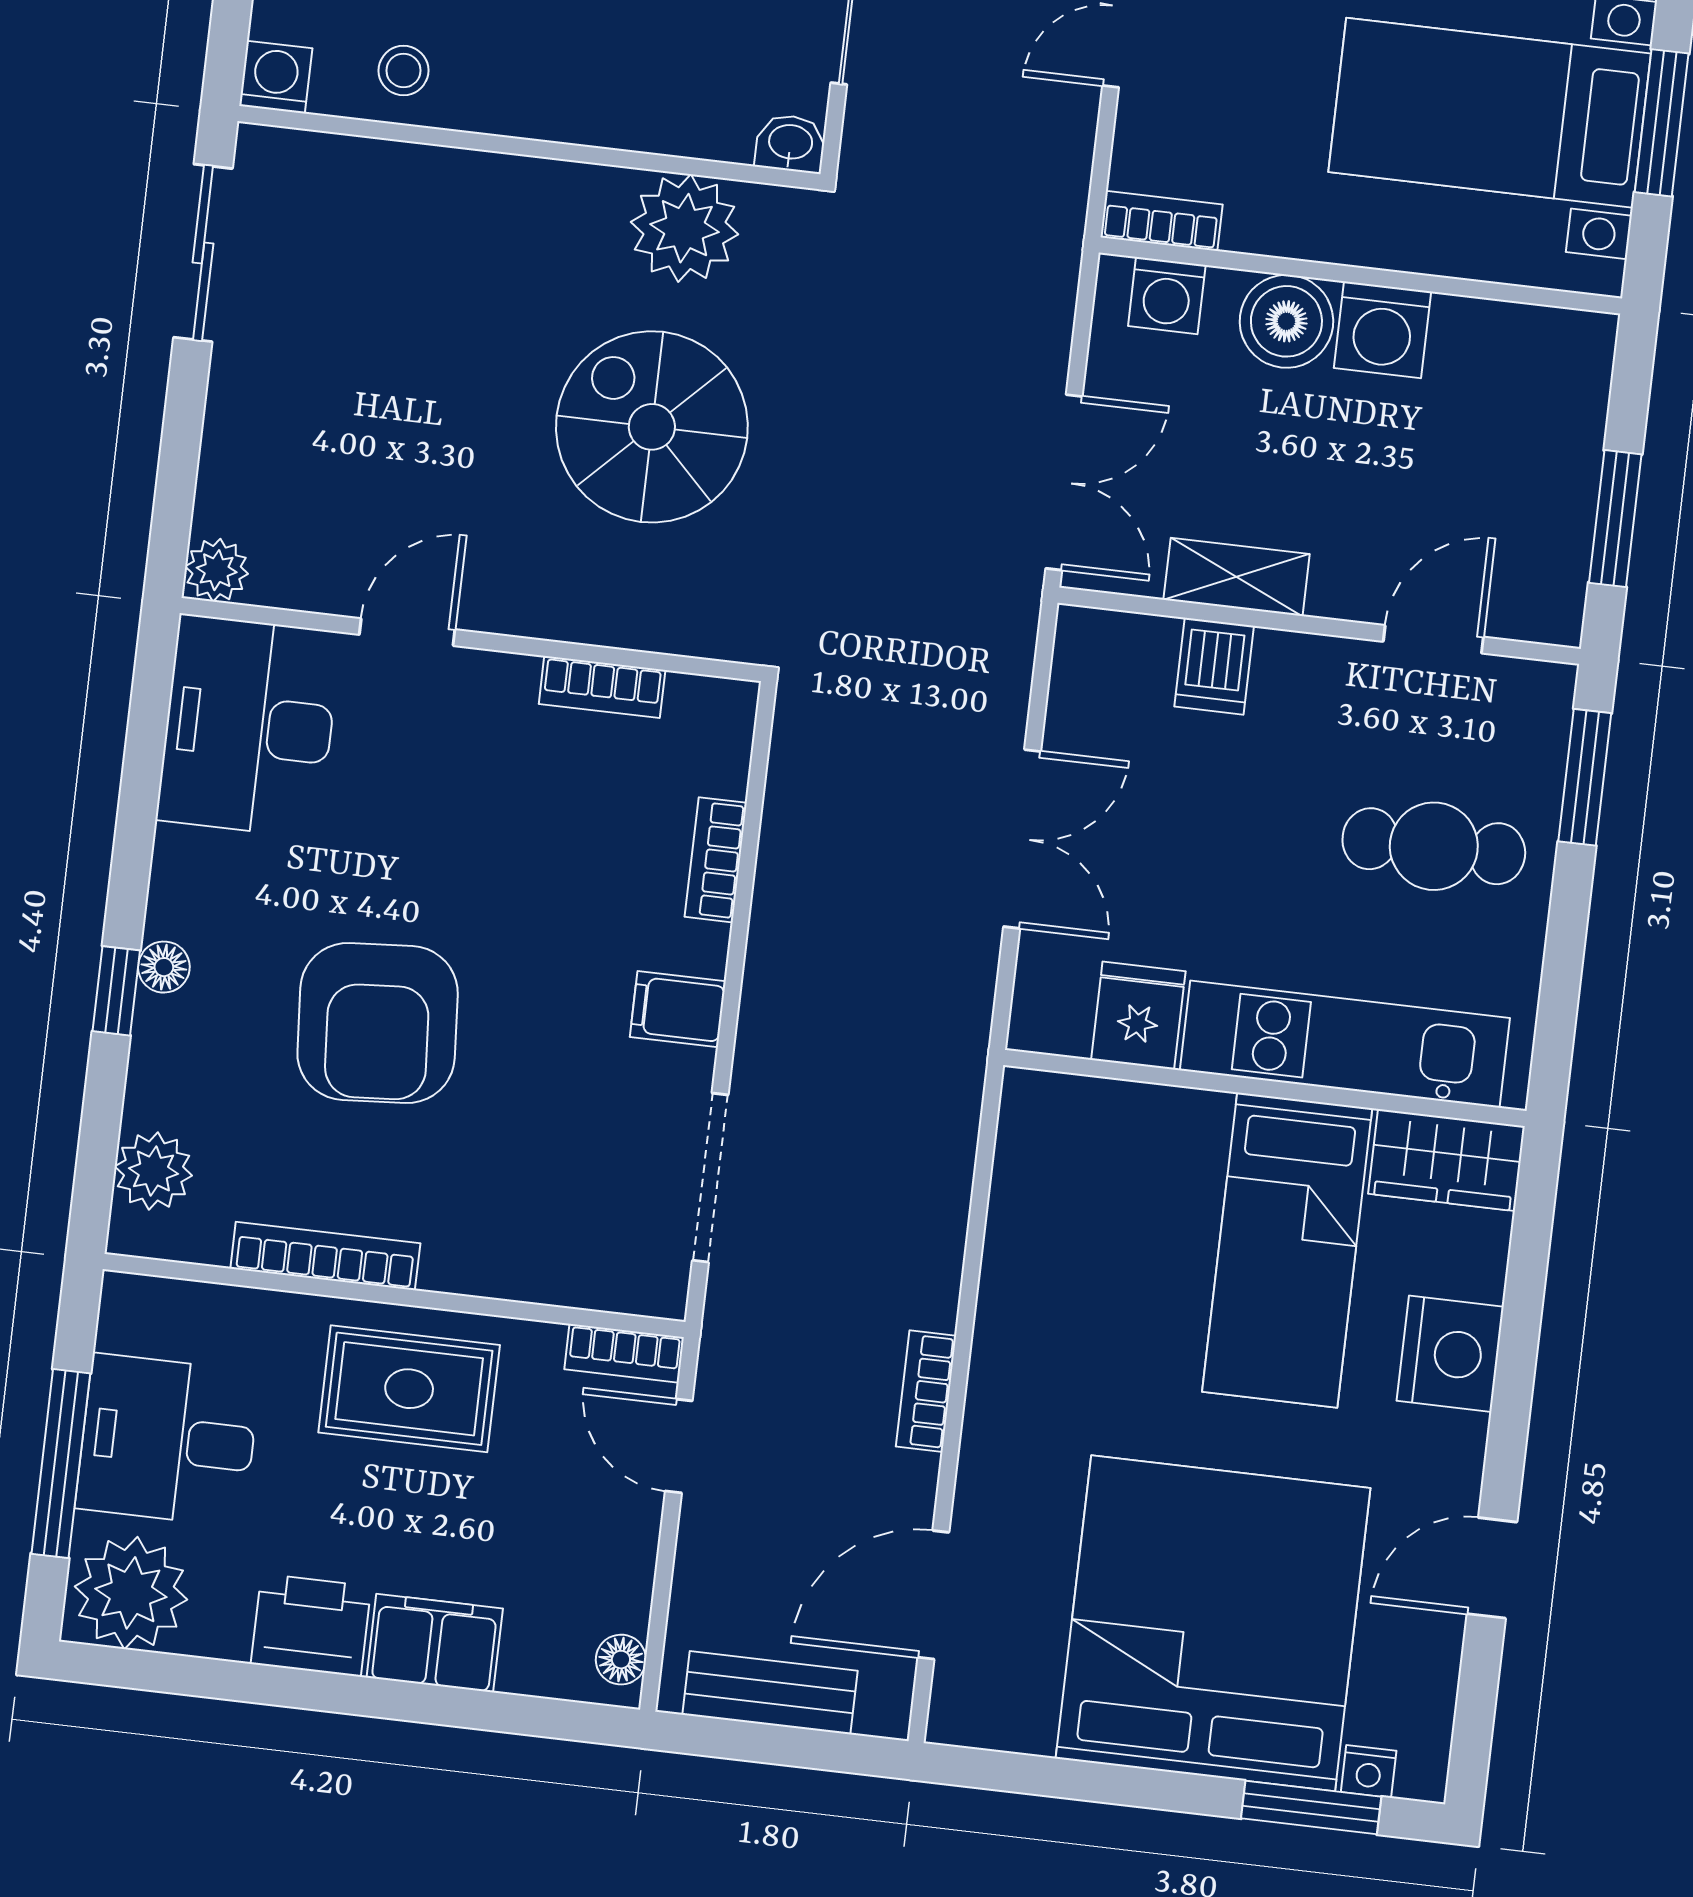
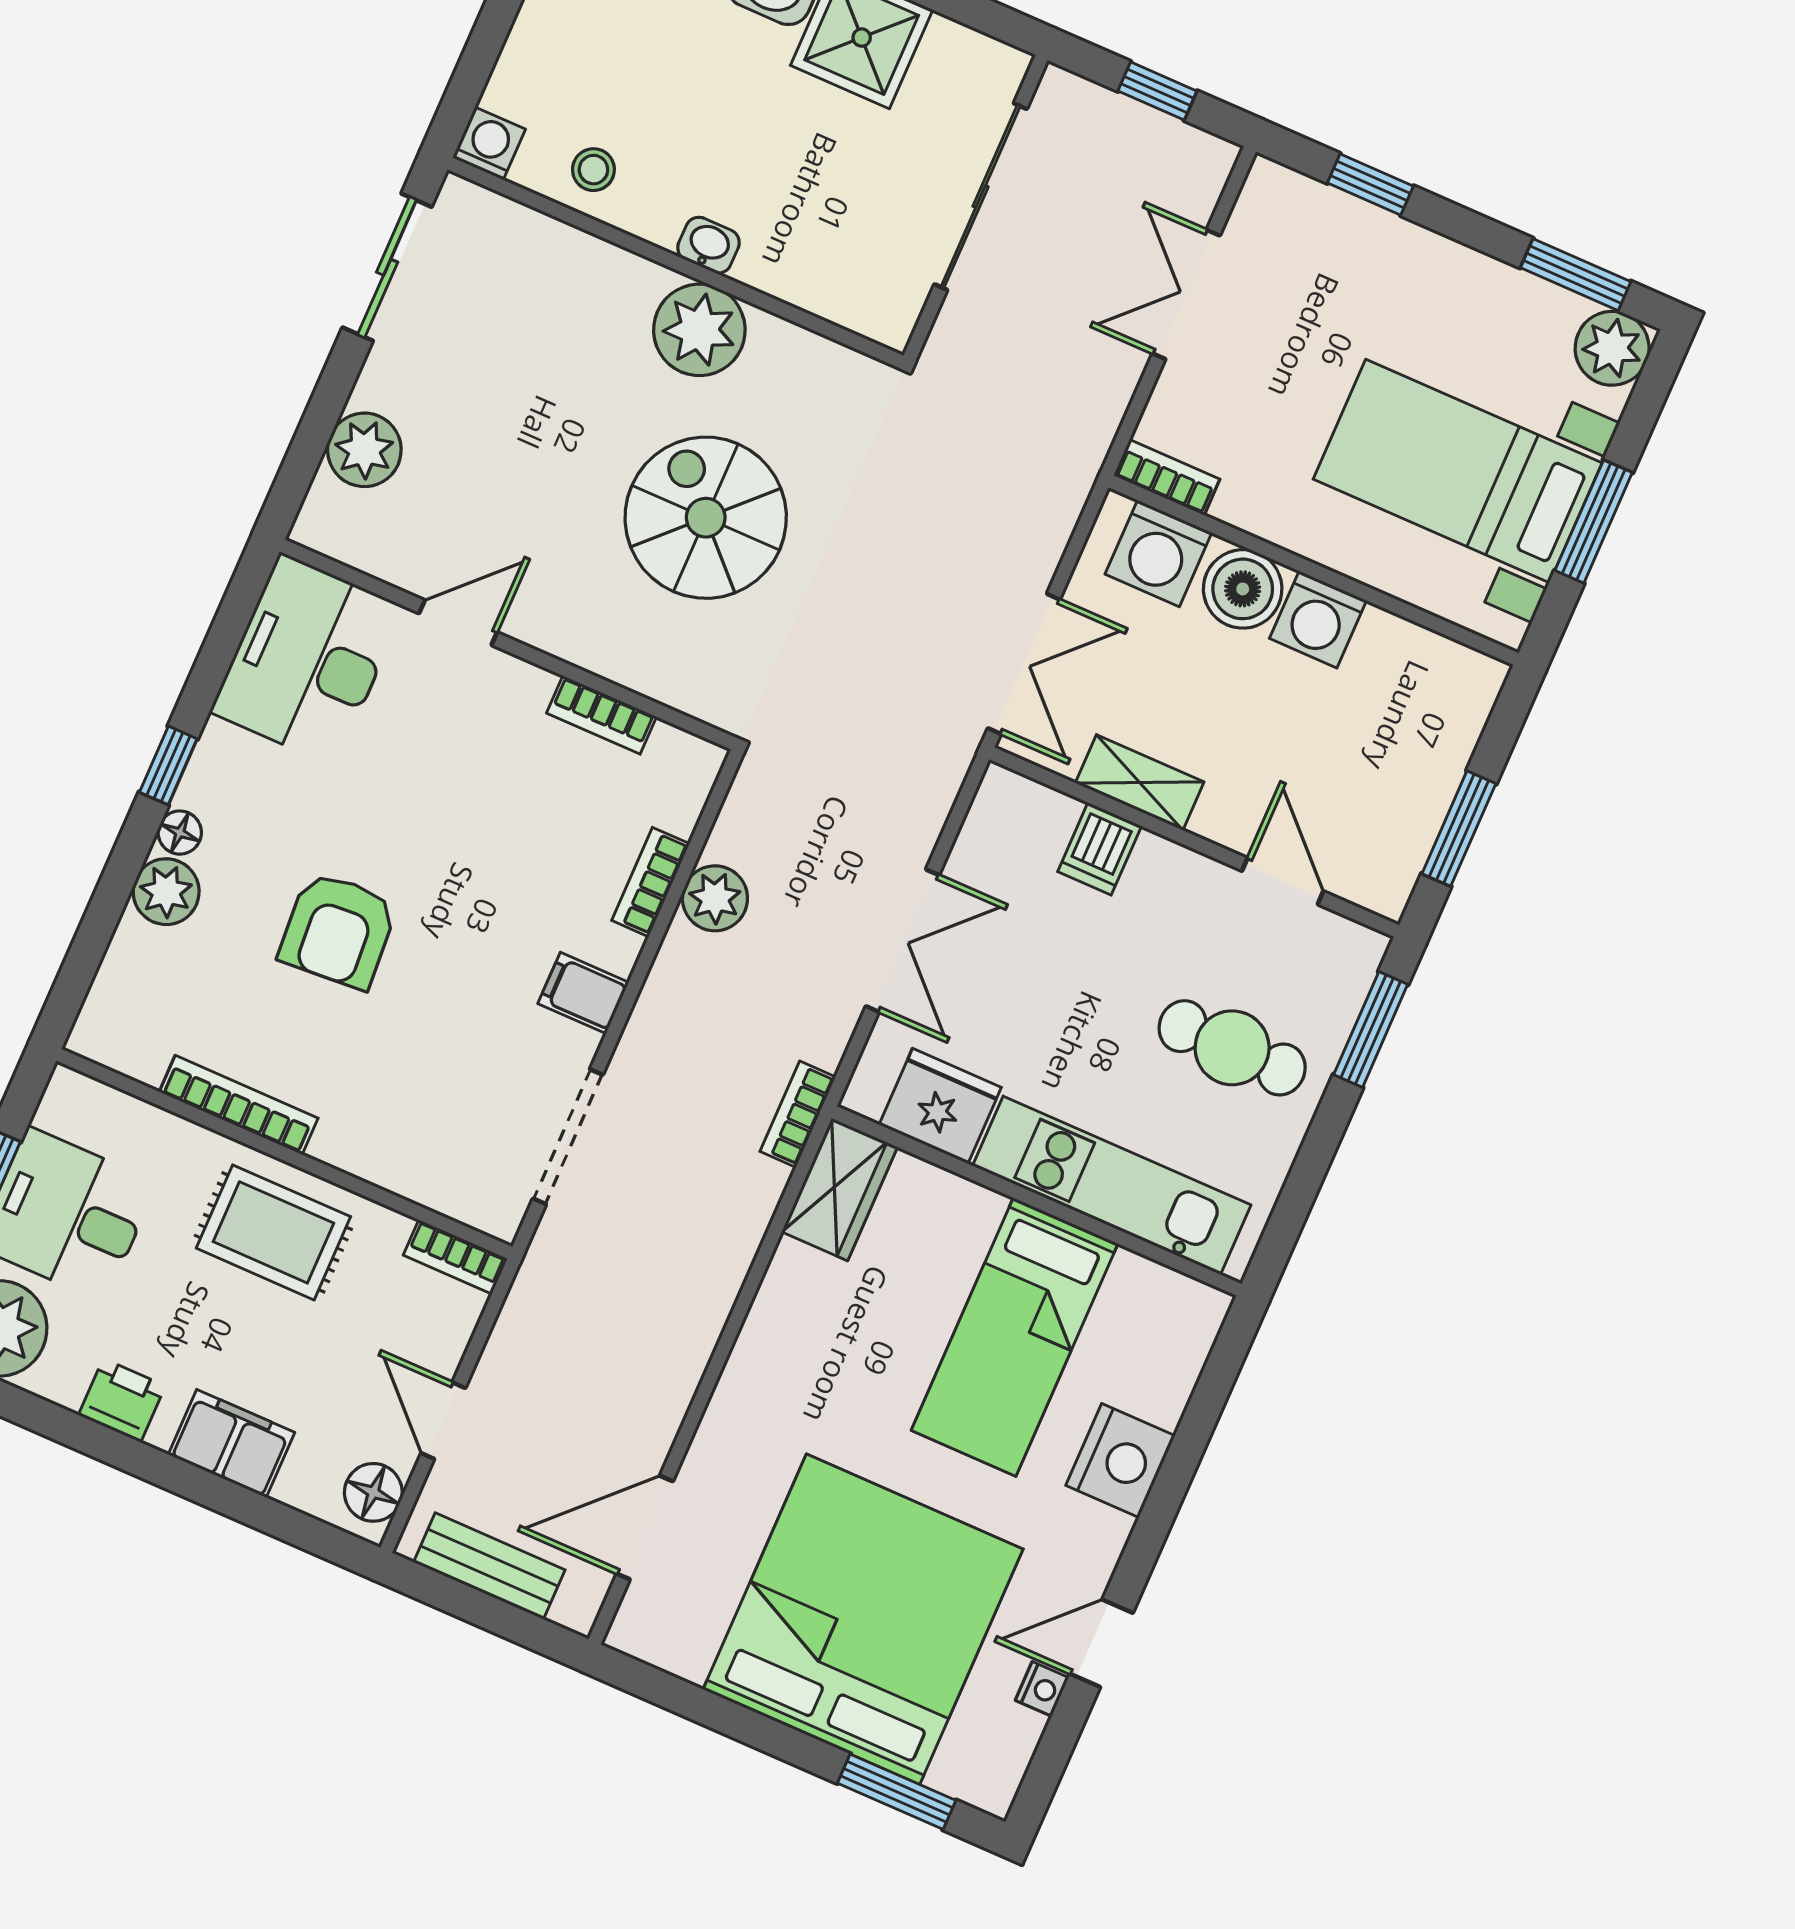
washbasin: (790, 143) -> (708, 245), moved
plant: (684, 228) -> (699, 330), moved
washing machine: (1167, 296) -> (1158, 553), width x1.38, depth x1.38
plant: (217, 570) -> (364, 450), moved, width x1.38, depth x1.38
door: (1433, 639) -> (1283, 881), hinge flipped
plant: (795, 856) -> (715, 898), added
window: (116, 991) -> (168, 766), moved
fridge: (1138, 1016) -> (940, 1106), width x1.38
armchair: (378, 1023) -> (338, 930), width x0.73, depth x0.73
wardrobe: (1447, 1160) -> (840, 1189), moved, turned -90
plant: (153, 1171) -> (166, 892), moved
bookcase: (926, 1391) -> (798, 1114), moved
door: (679, 1446) -> (443, 1421), moved
printer: (311, 1625) -> (122, 1401), width x0.73, depth x0.81
floor lamp: (621, 1660) -> (373, 1492), width x1.37, depth x1.37
nightstand: (1369, 1771) -> (1042, 1689), moved, turned -90

